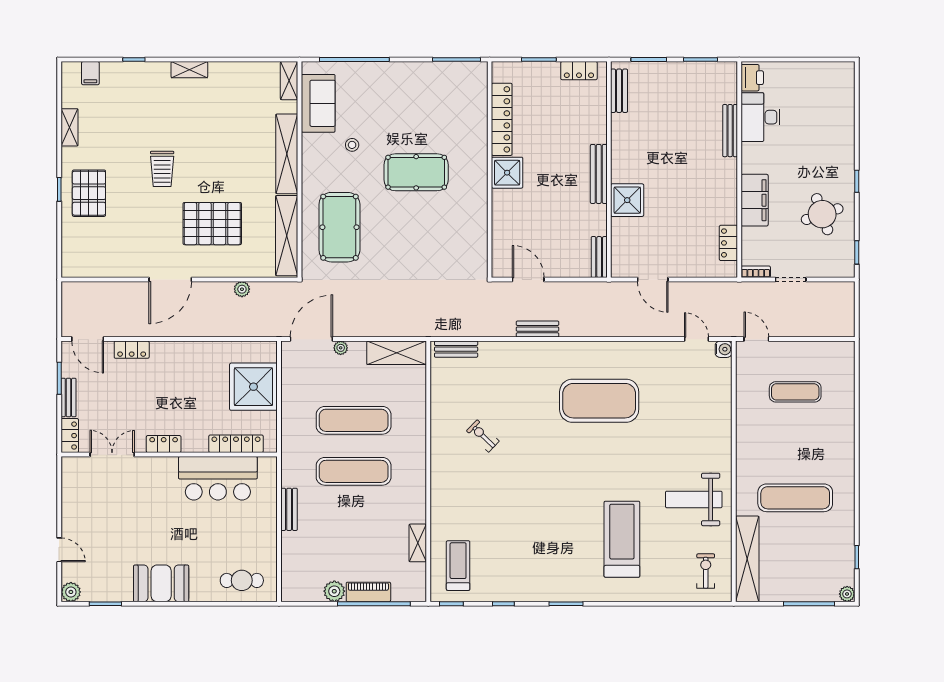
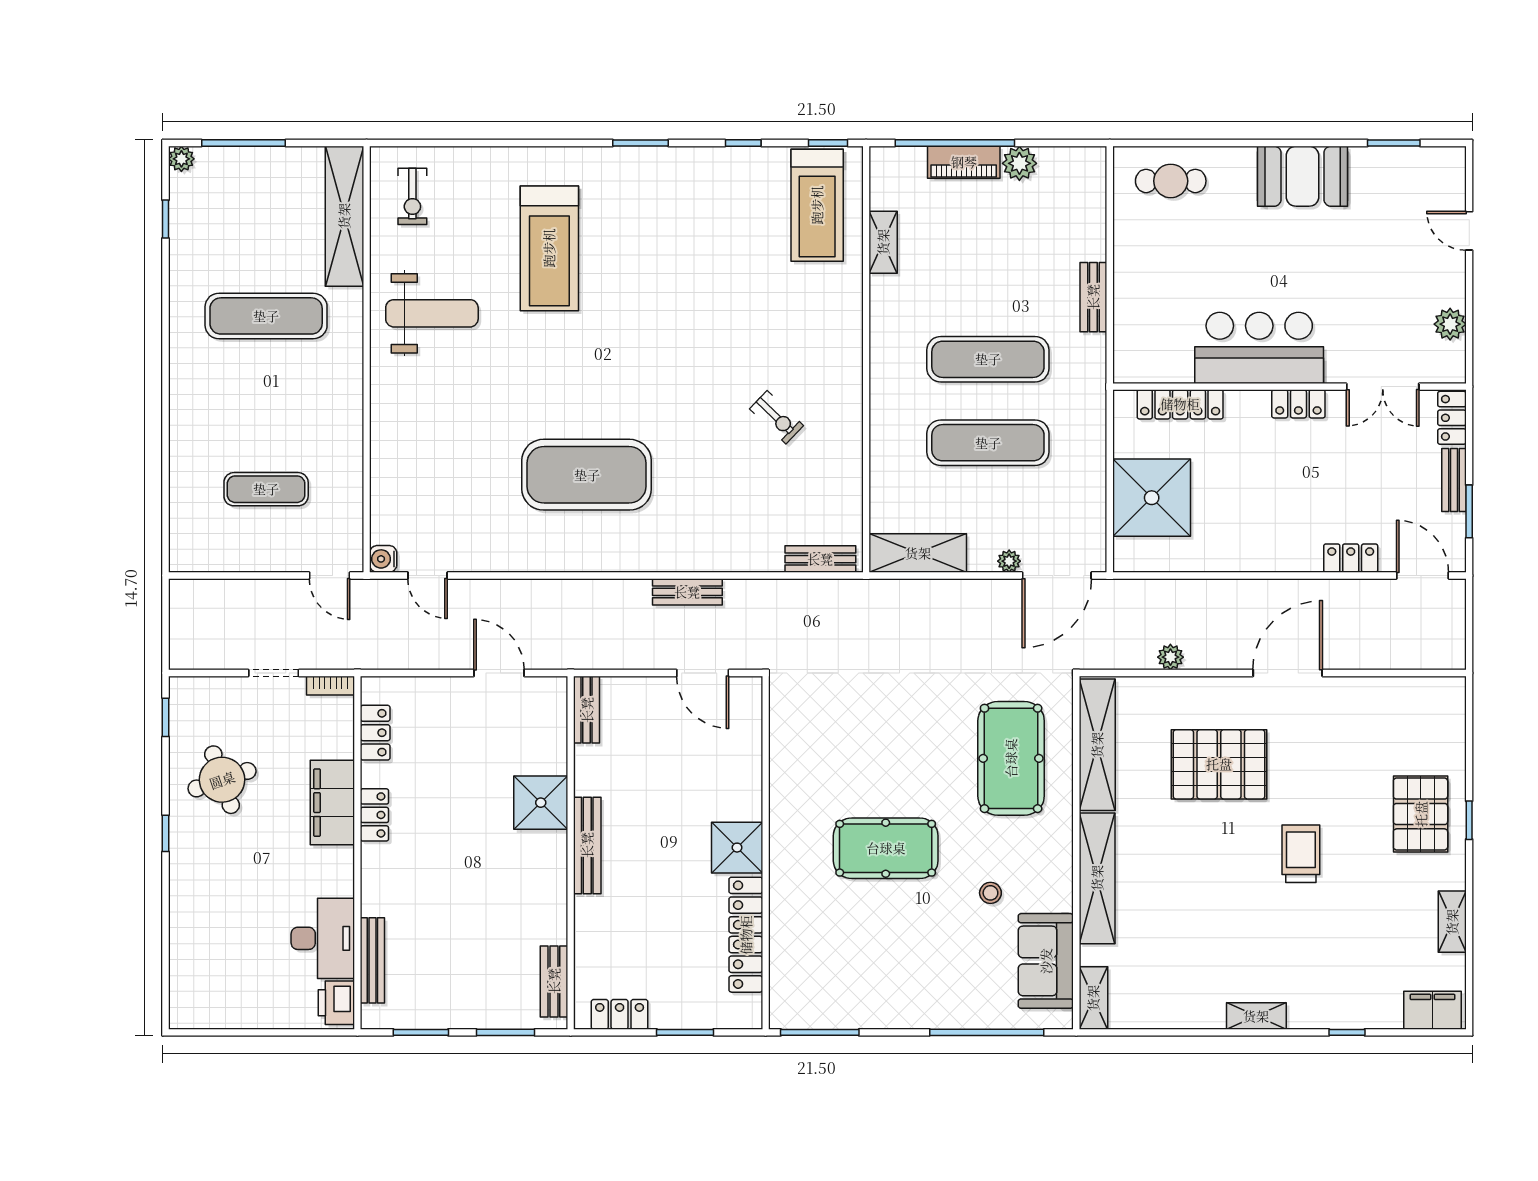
filing cabinet: (90, 73) -> (1433, 1010), width x2.00
bench: (730, 131) -> (372, 960), moved
locker: (729, 193) -> (374, 815), added
bar counter: (218, 478) -> (1259, 348), moved
treadmill: (458, 566) -> (817, 205), width x1.37, depth x1.38
plant: (71, 592) -> (1450, 324), moved

